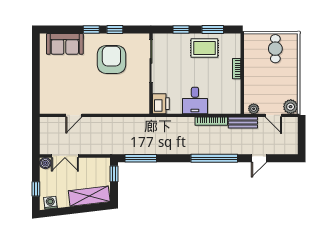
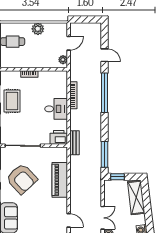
armchair: (111, 59) -> (22, 179), turned -133
piano: (110, 105) -> (60, 180), added
plant: (291, 107) -> (38, 29), moved
door: (74, 115) -> (69, 220), moved
bench: (243, 122) -> (74, 143), moved

